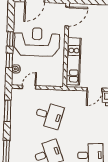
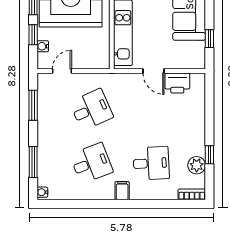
door: (94, 89) -> (153, 71), hinge flipped
desk: (49, 115) -> (91, 110), turned -39

